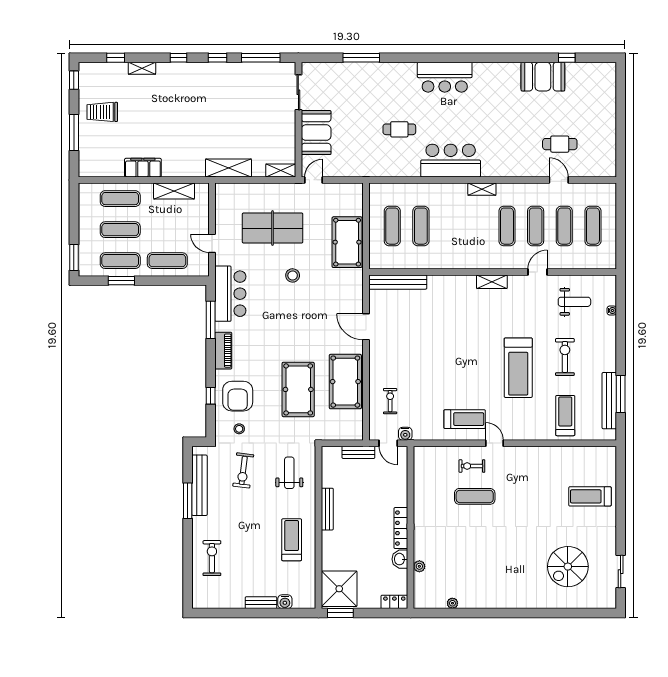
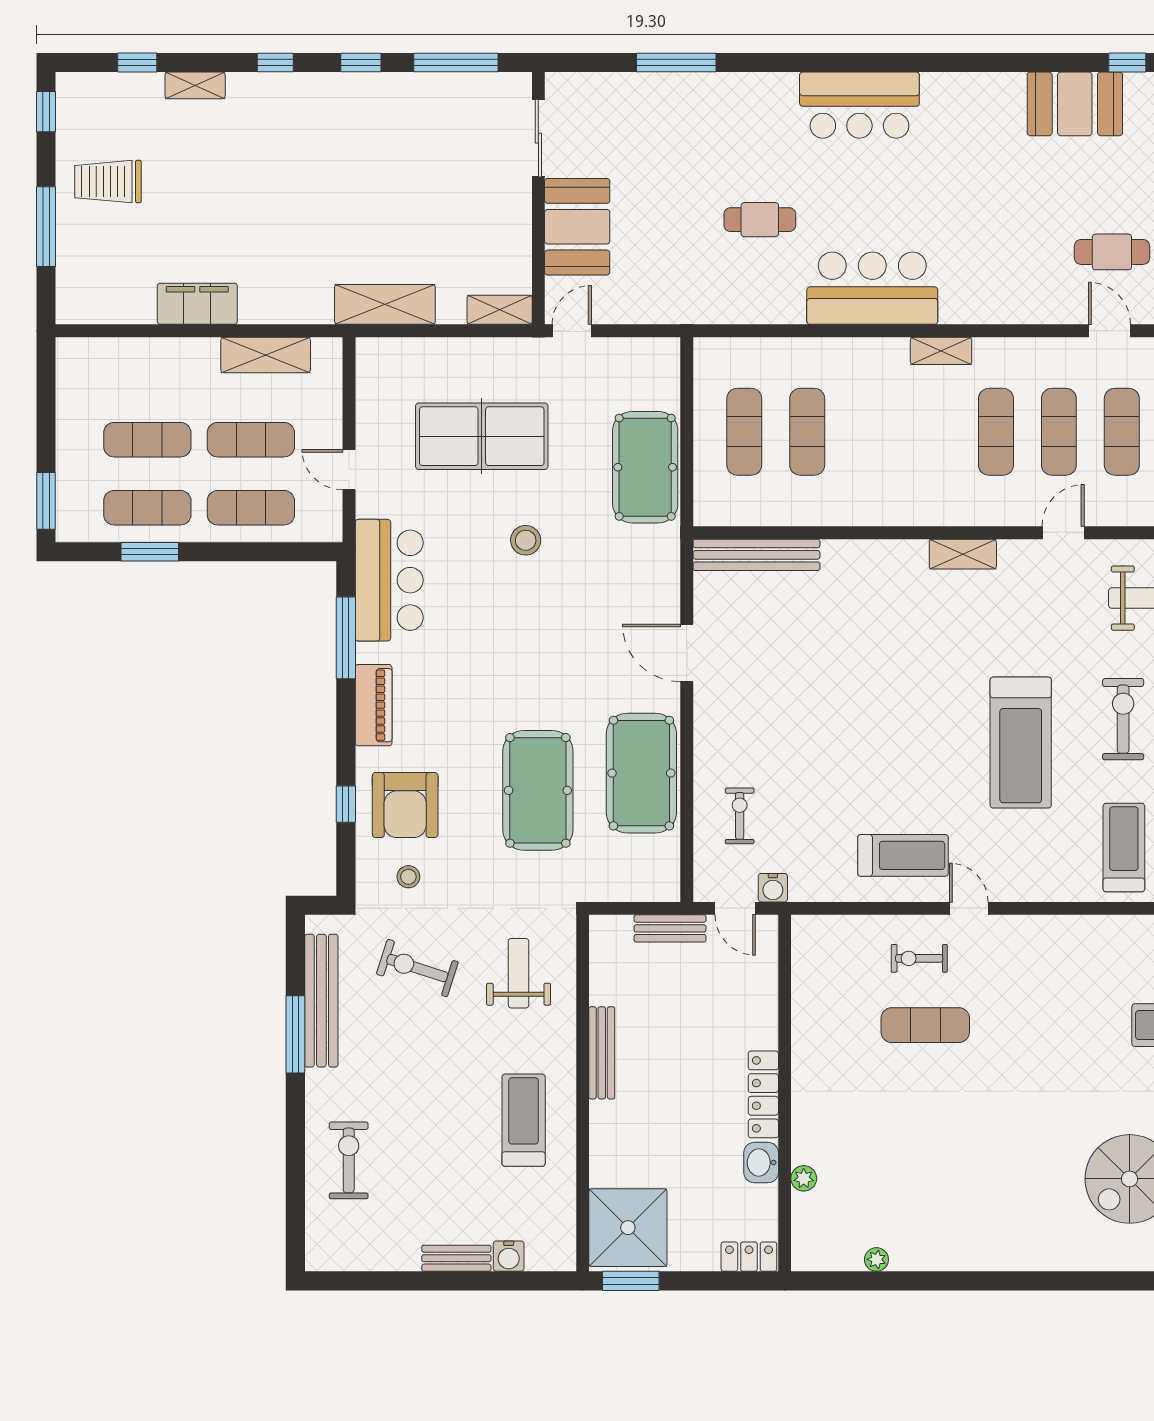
exercise mat: (120, 199) -> (251, 440), moved
exercise bike: (243, 470) -> (417, 968), turned 101

